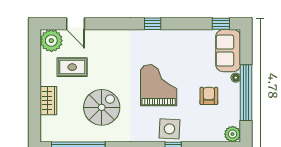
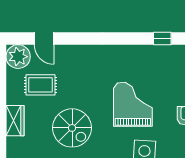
window: (153, 24) -> (162, 39), moved
spiral stairs: (102, 107) -> (72, 128), turned 90

